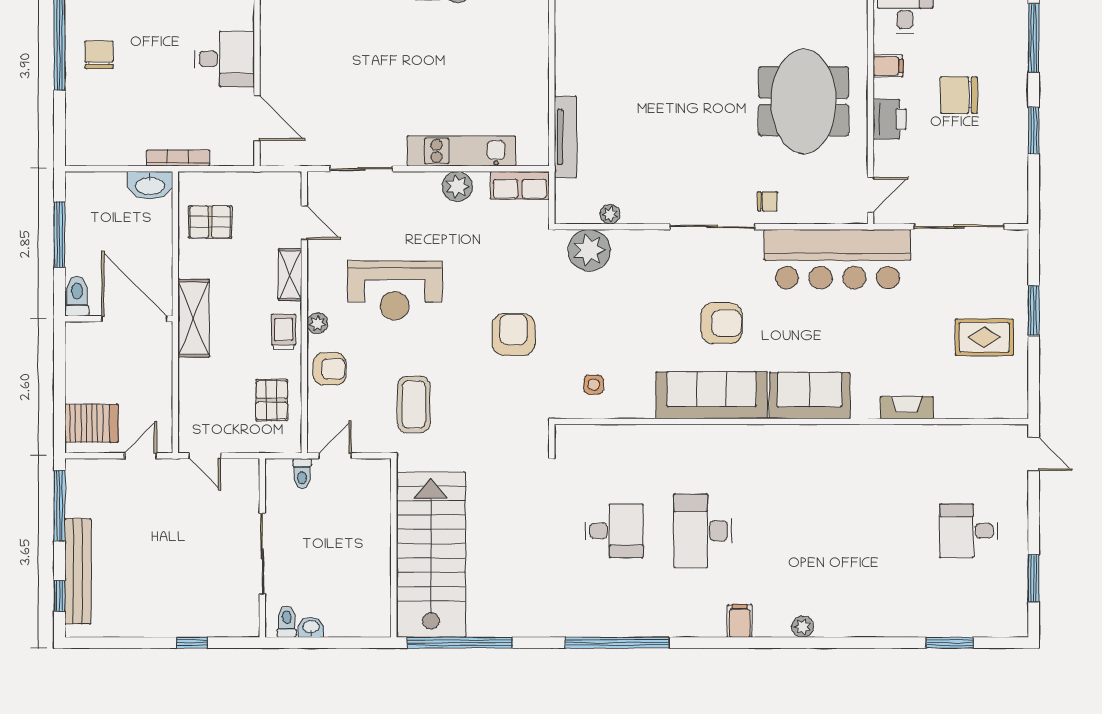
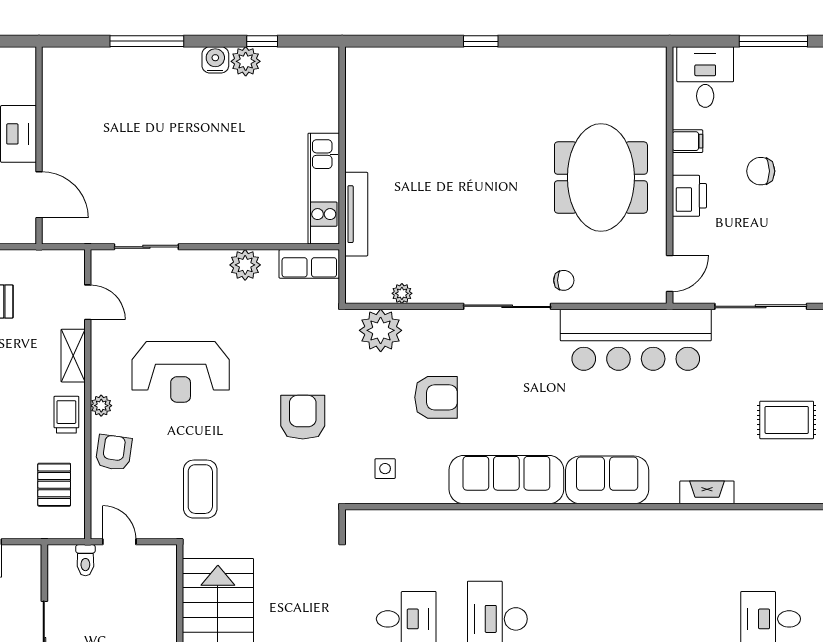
chair: (959, 95) -> (761, 171), width x0.73, depth x0.73
kitchen unit: (461, 151) -> (324, 189), moved, turned -90
armchair: (722, 323) -> (436, 397), moved
armchair: (330, 369) -> (114, 453), turned -82
door: (335, 456) -> (119, 542), hinge flipped

